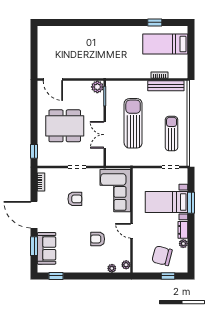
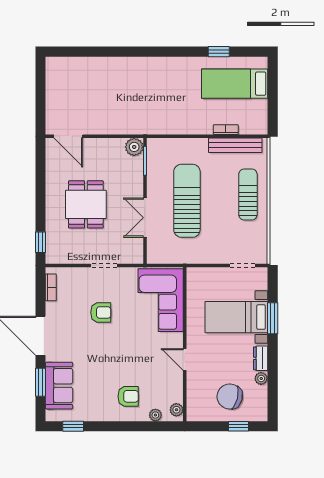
dining table: (65, 126) -> (86, 204), width x0.73
sun lounger: (172, 134) -> (248, 195), moved
armchair: (98, 239) -> (128, 396), moved, turned 180

